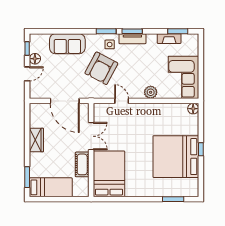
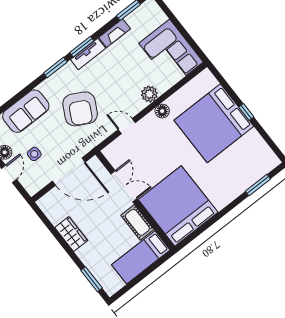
fireplace: (169, 39) -> (115, 33), moved
side table: (110, 44) -> (34, 154), moved
floor lamp: (193, 109) -> (162, 111), moved
bed: (176, 157) -> (214, 123), moved
bed: (109, 174) -> (178, 206), width x1.36
bed: (51, 187) -> (141, 257), moved, turned 180

